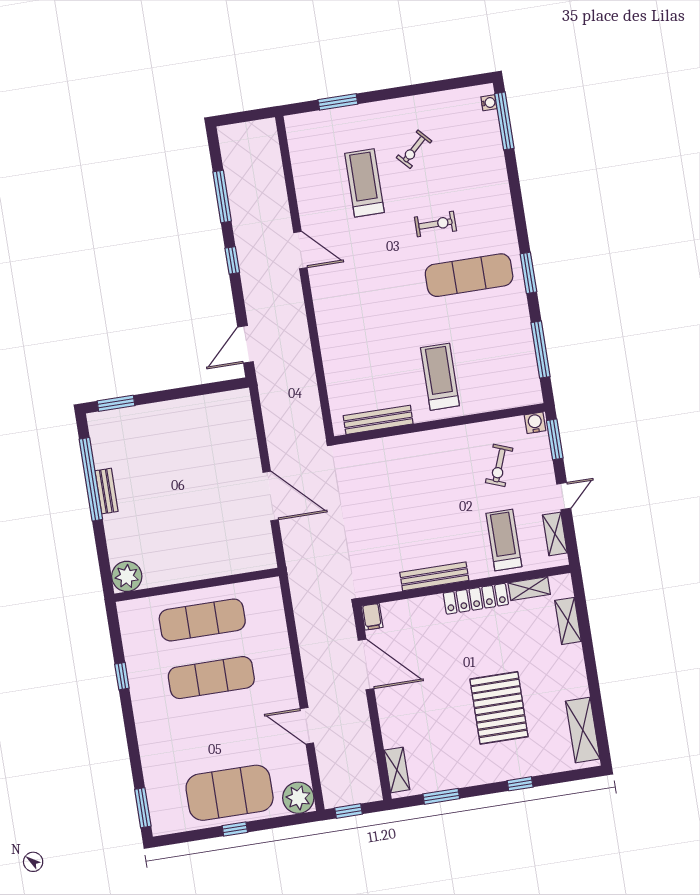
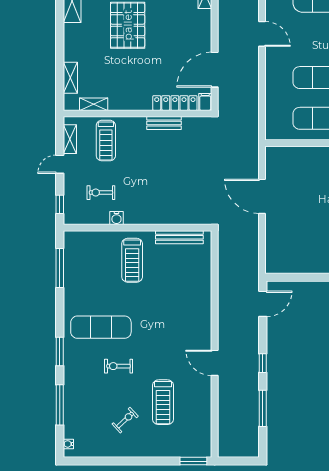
window: (338, 102) -> (193, 461), moved
window: (504, 121) -> (60, 405), moved
window: (528, 273) -> (60, 351), moved
water cooler: (535, 423) -> (116, 218), moved
window: (555, 439) -> (60, 204), width x0.67
exercise bike: (499, 465) -> (101, 193), turned -111
bench: (434, 576) -> (164, 123), width x0.73
locker: (476, 599) -> (175, 103), moved
door: (366, 664) -> (215, 70), hinge flipped

